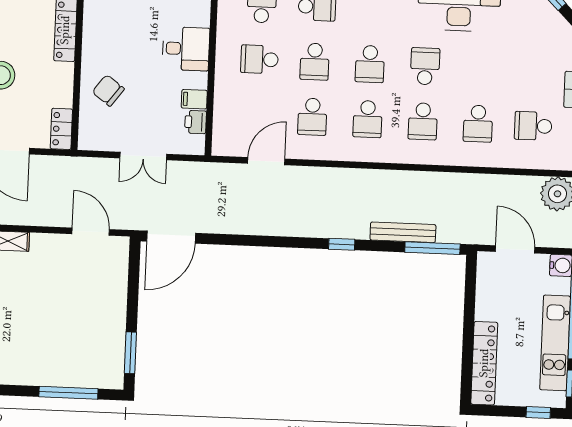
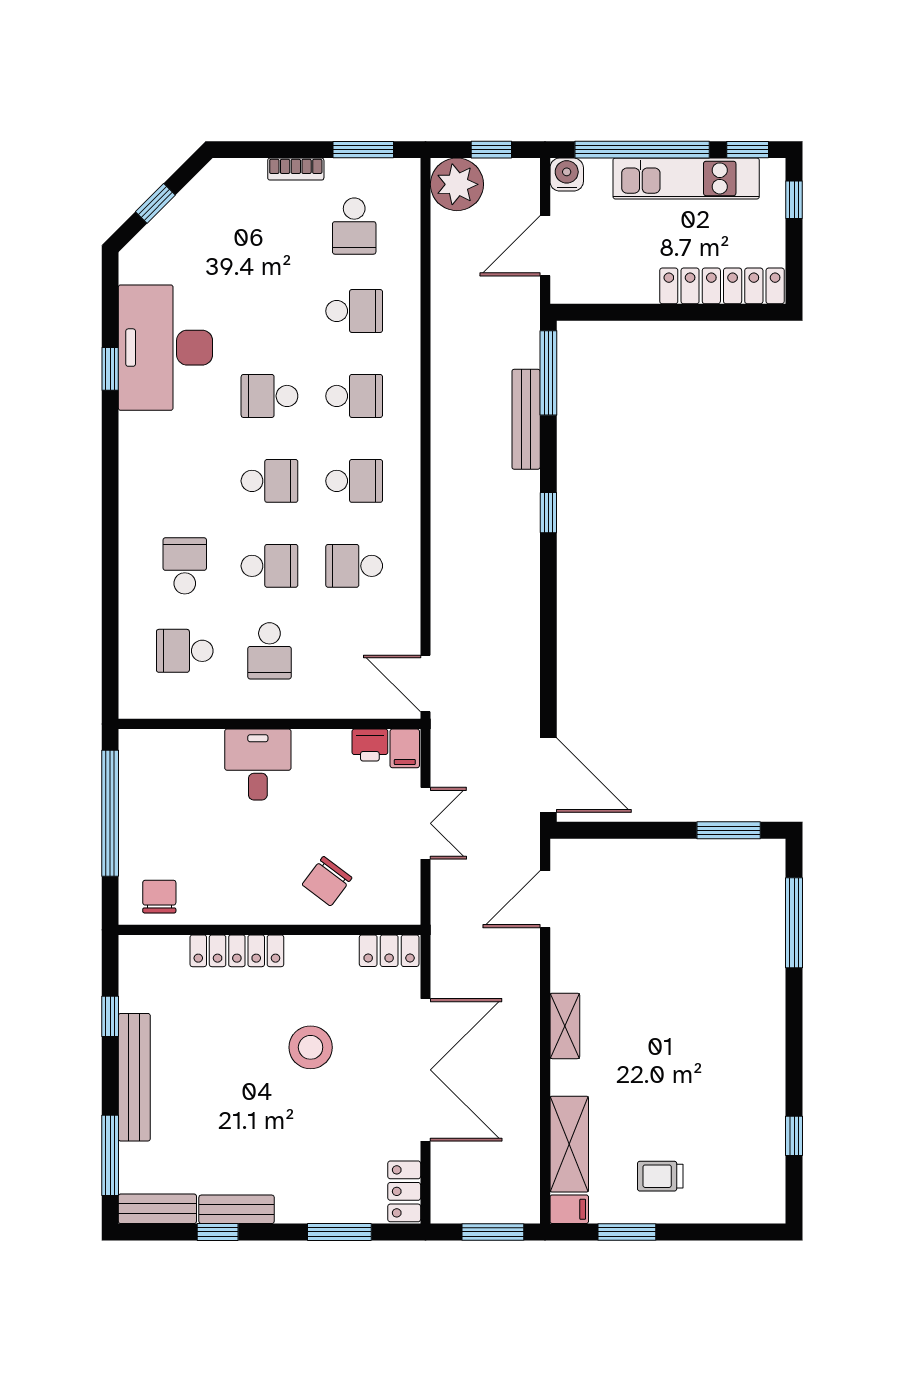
filing cabinet: (194, 99) -> (405, 748), moved
school desk: (312, 117) -> (354, 566), turned 180
door: (266, 161) -> (426, 683), moved

